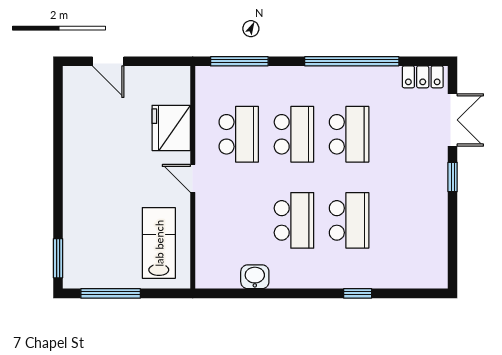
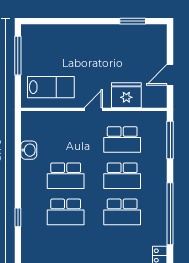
door: (108, 61) -> (170, 75), moved
window: (58, 258) -> (133, 21), moved

